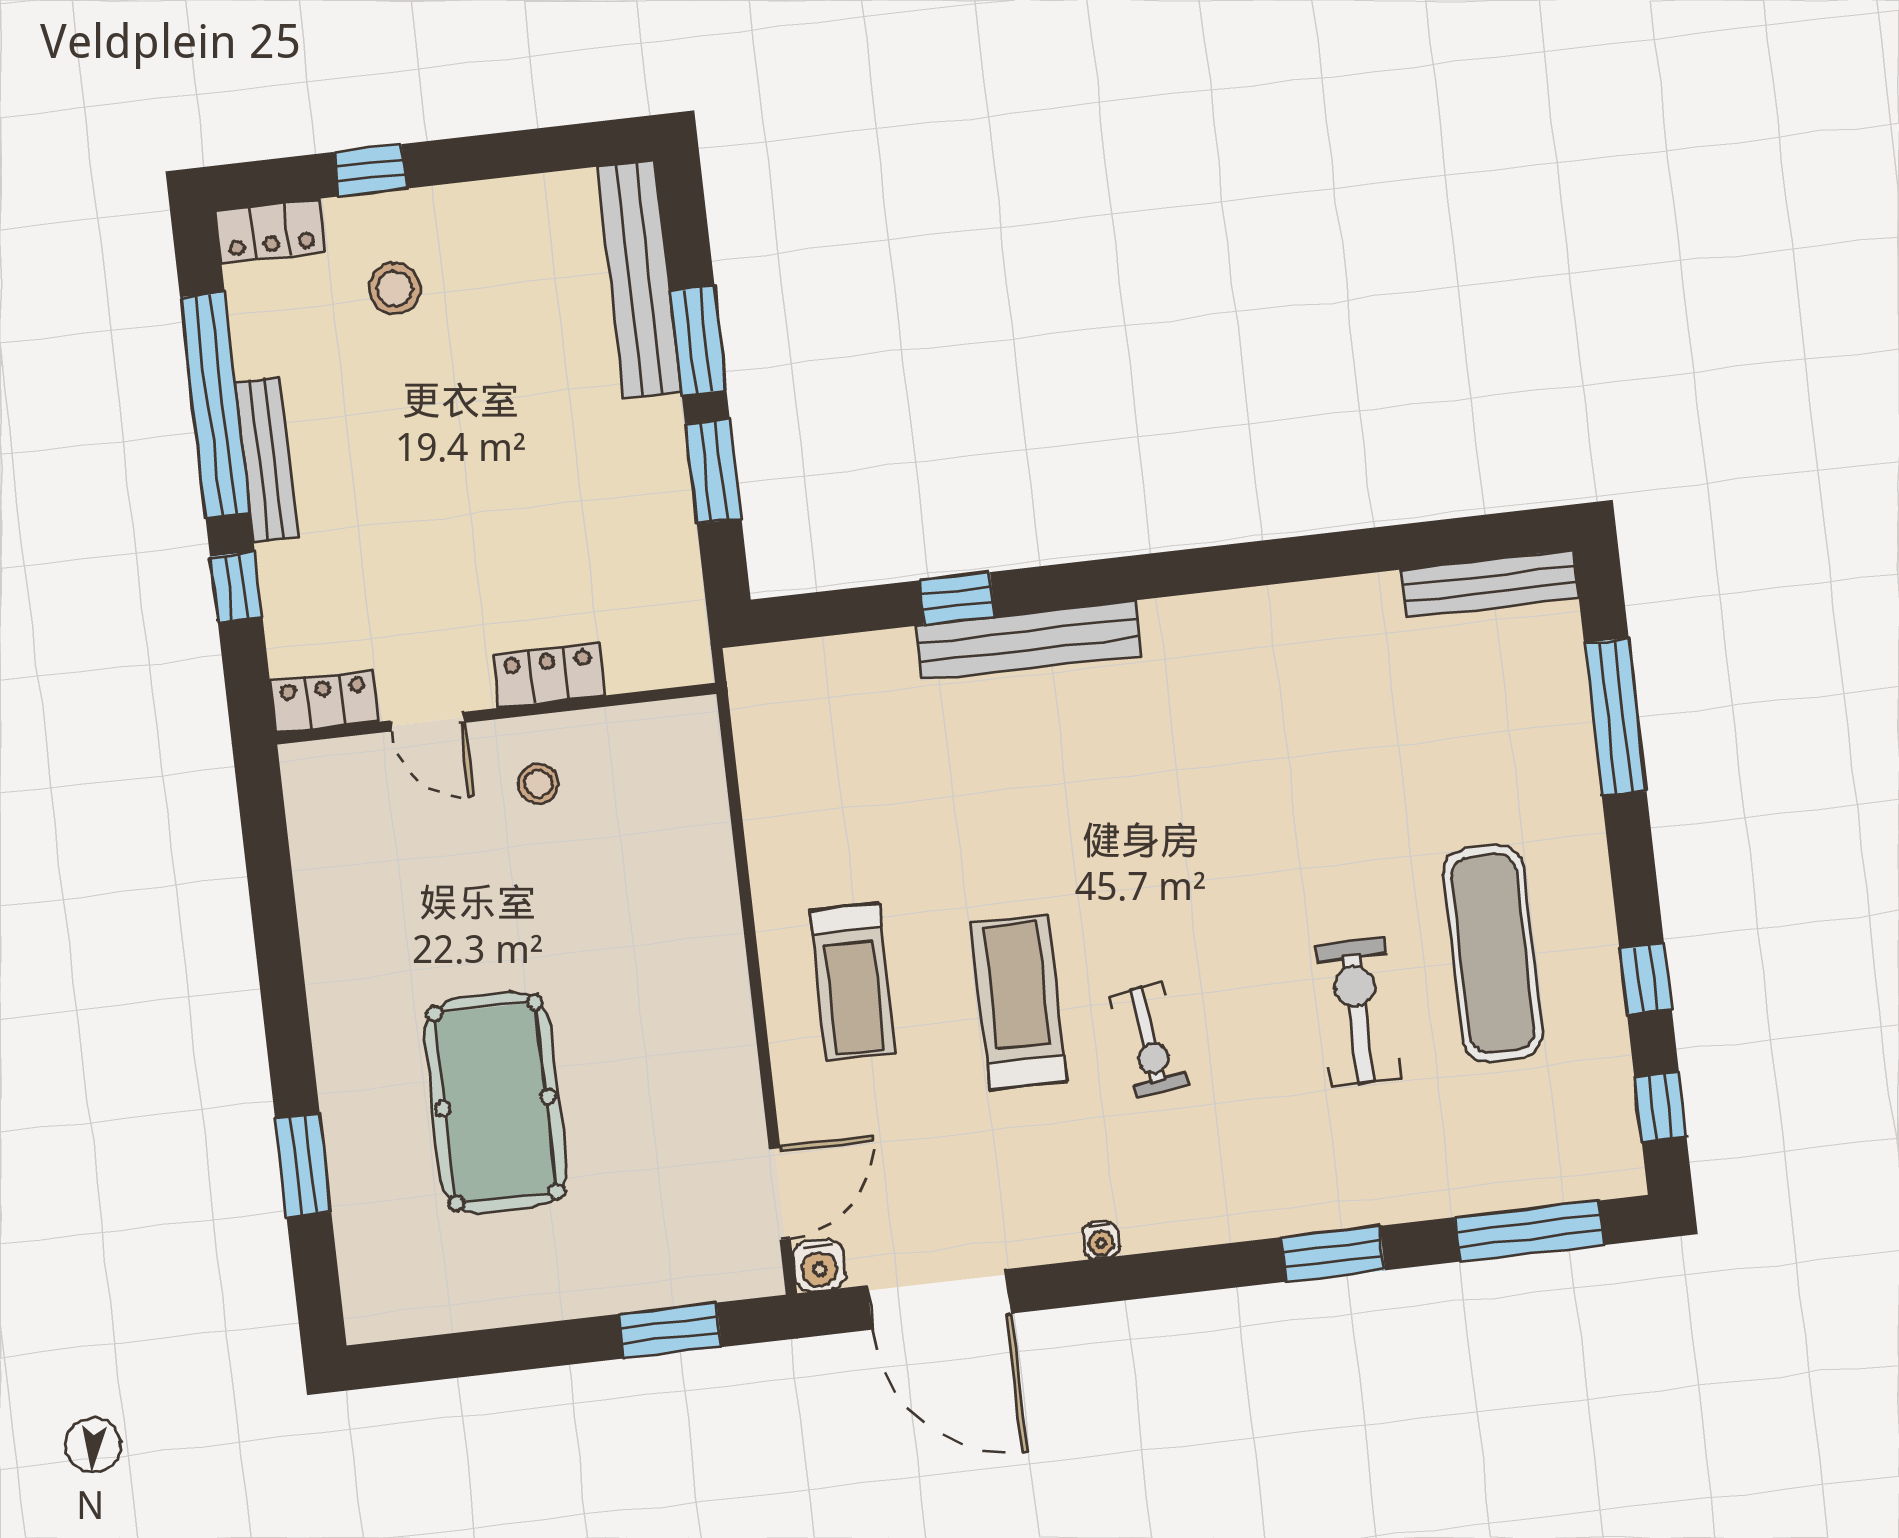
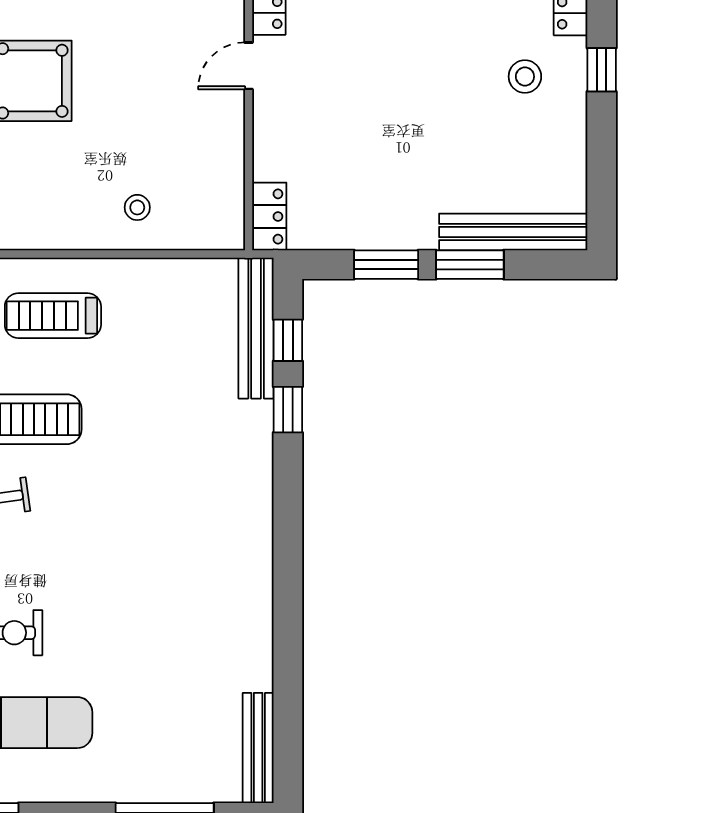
window: (849, 611) -> (288, 340), added
bench: (1028, 640) -> (256, 328), moved
locker: (549, 675) -> (269, 216), moved
stool: (538, 784) -> (137, 207), moved

